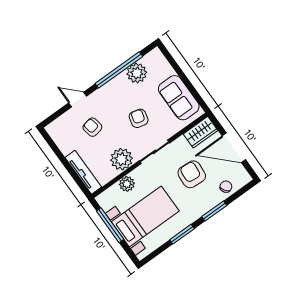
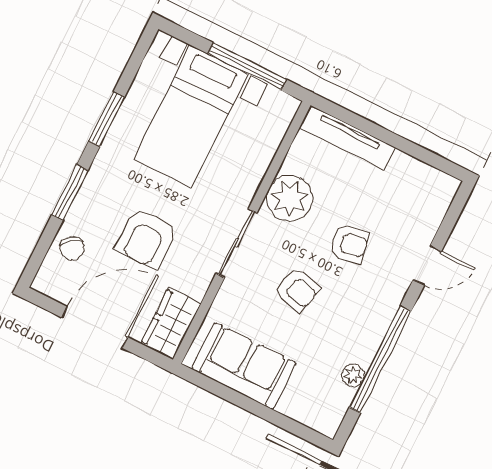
plant: (137, 73) -> (353, 375), width x0.53, depth x0.53
armchair: (92, 127) -> (349, 244), moved
armchair: (192, 174) -> (146, 238), turned 86
plant: (127, 184) -> (256, 158), removed

